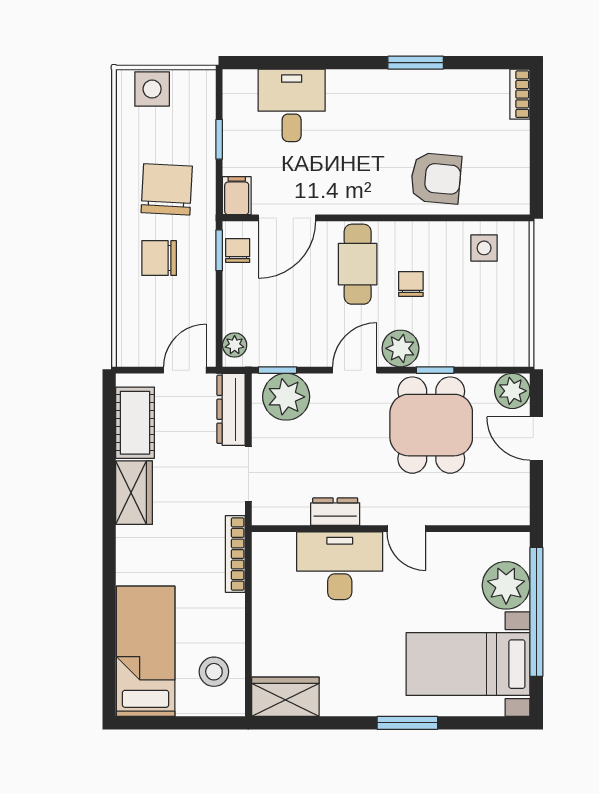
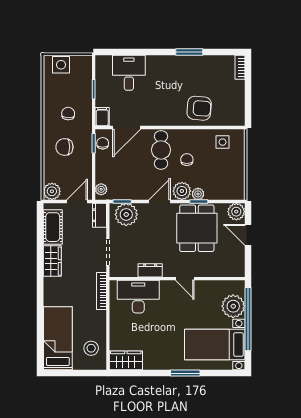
chair: (167, 189) -> (68, 114), width x0.54, depth x0.54
plant: (133, 349) -> (52, 191), added
plant: (434, 355) -> (198, 194), added
dresser: (231, 409) -> (99, 215), width x0.70
desk: (340, 566) -> (138, 297), moved

